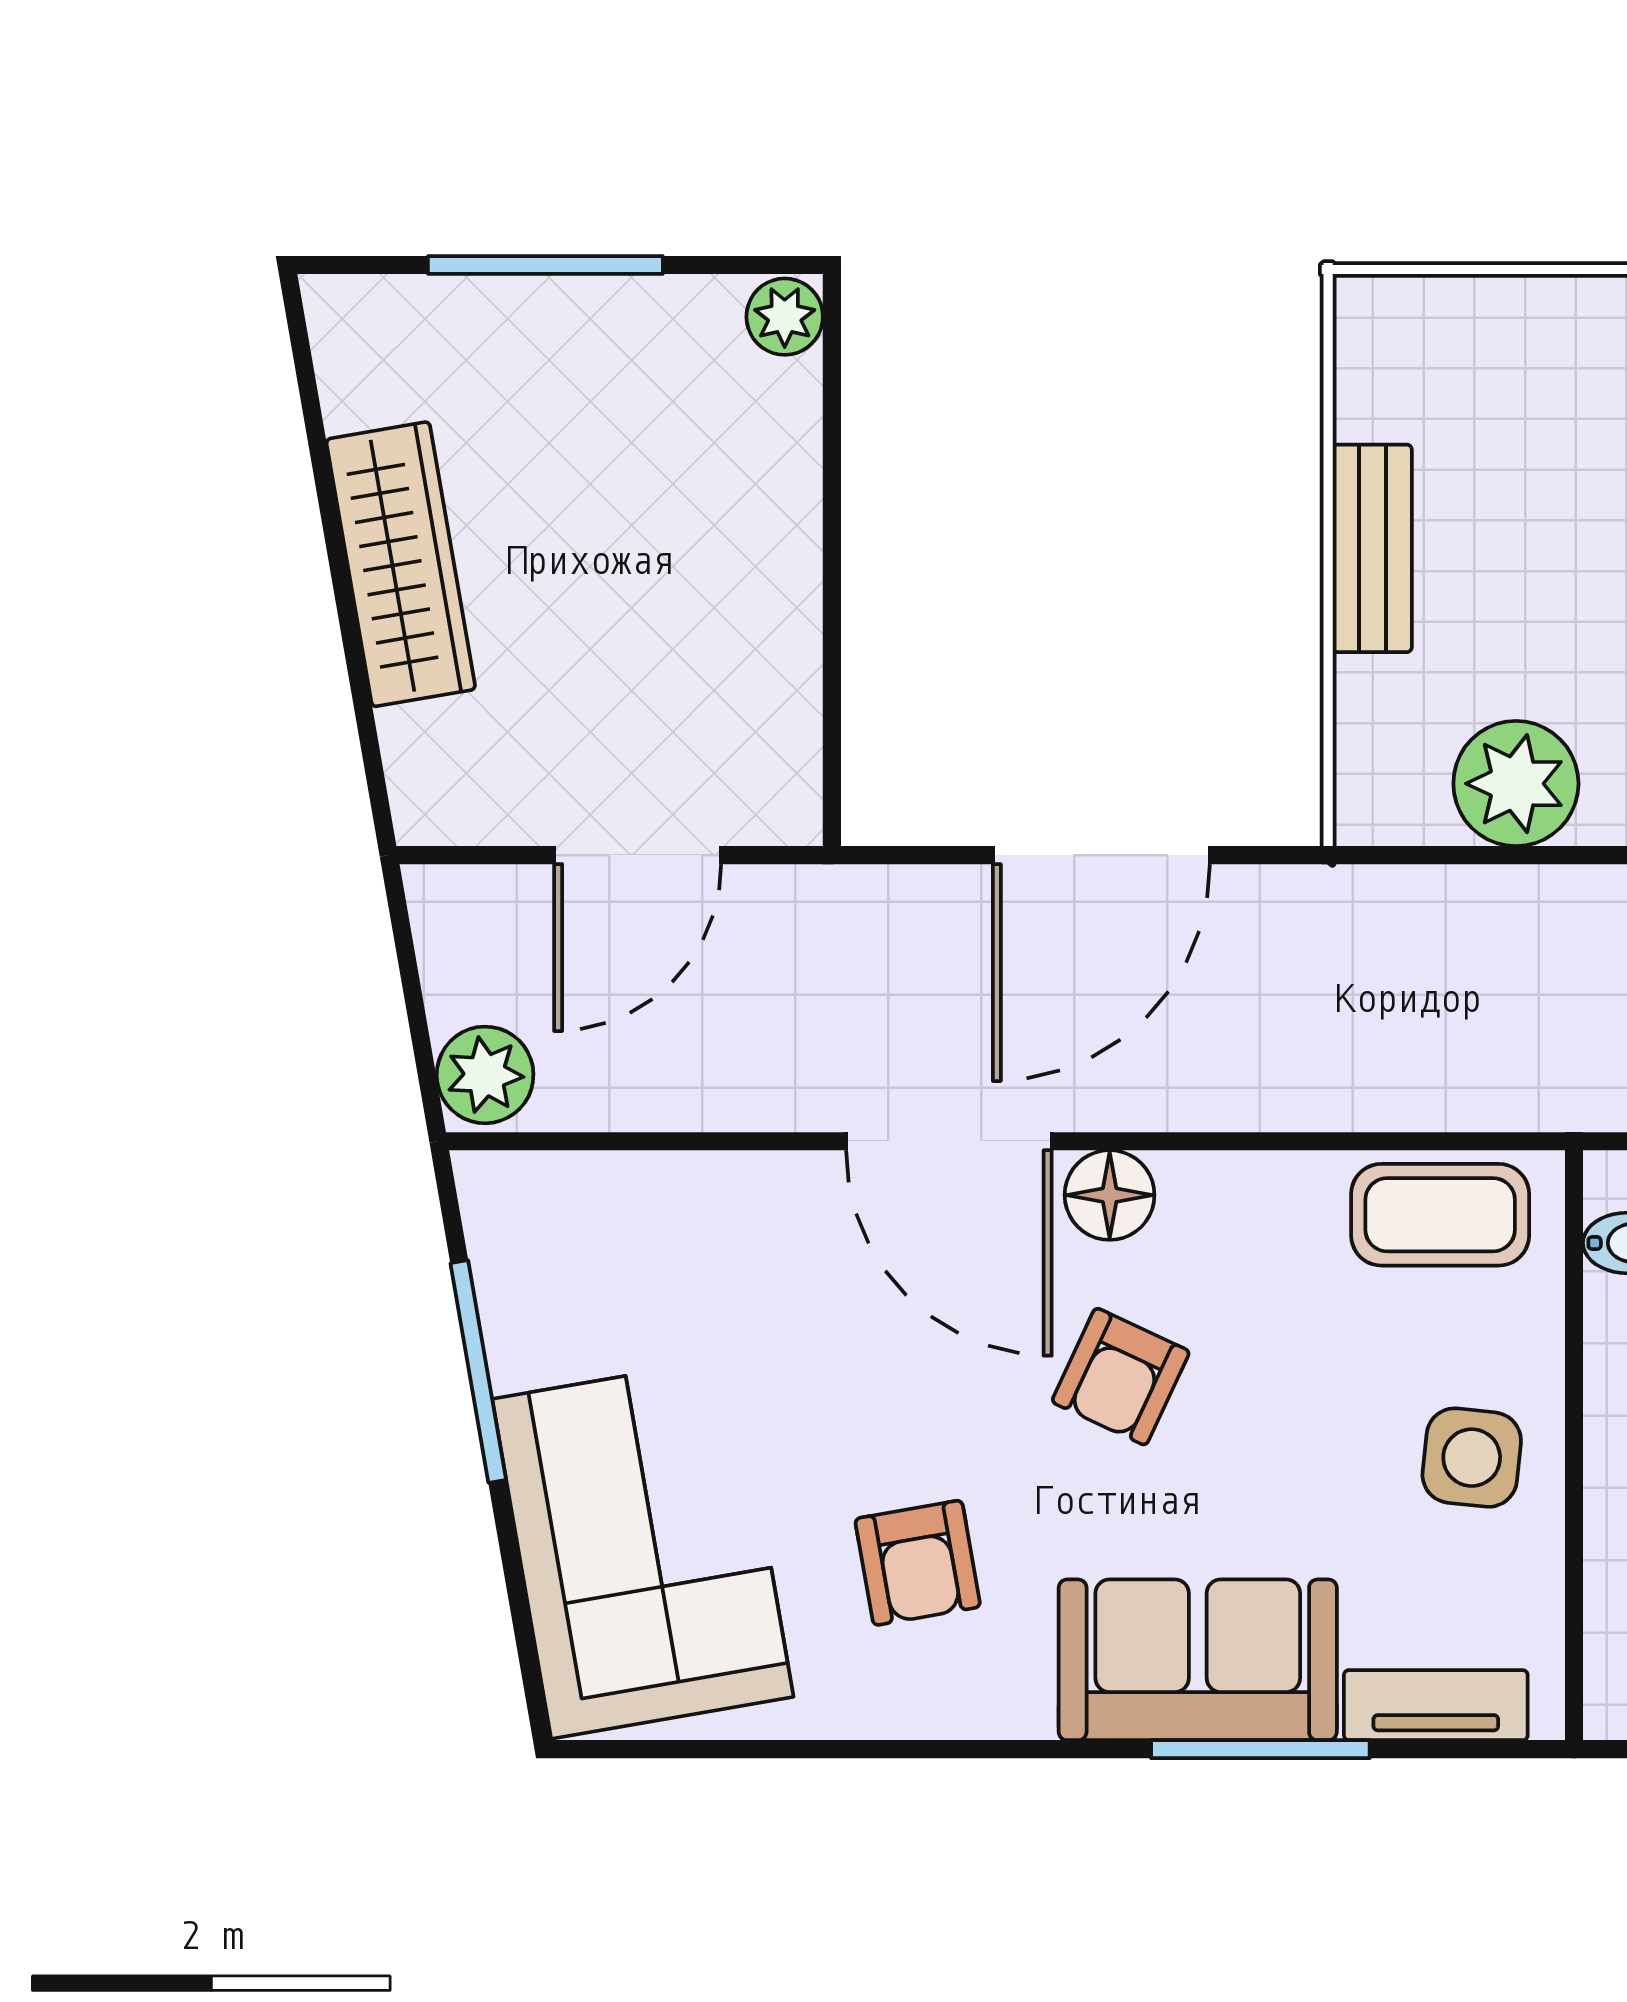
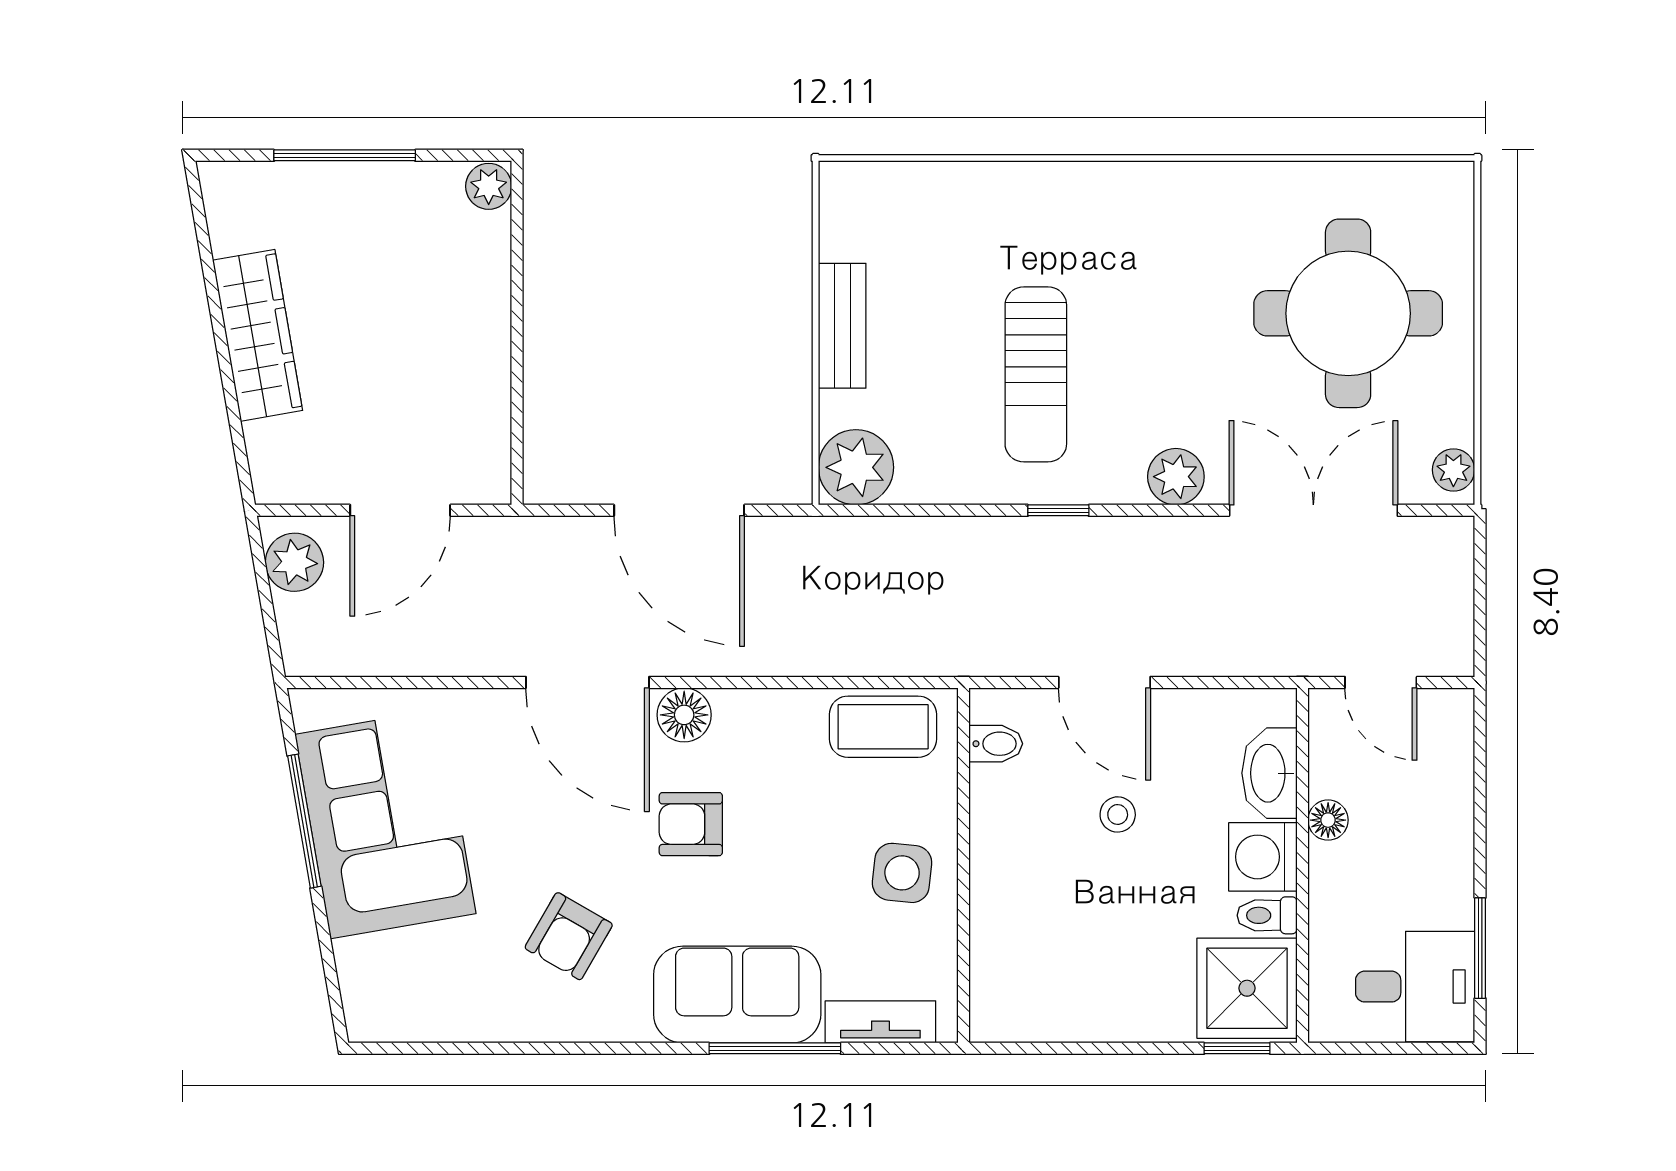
plant: (1516, 784) -> (856, 467), moved
door: (1101, 855) -> (679, 510), hinge flipped
plant: (485, 1075) -> (294, 562), moved
armchair: (1121, 1377) -> (691, 824), turned 65
corner sofa: (643, 1548) -> (385, 824), moved
armchair: (918, 1563) -> (569, 936), turned 40

